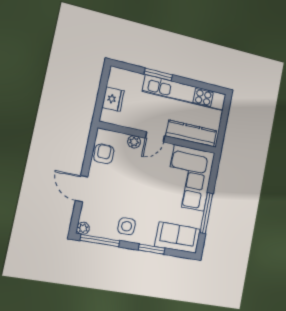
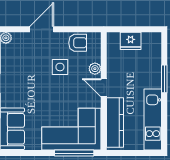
kitchen unit: (185, 93) -> (153, 119), width x0.73
window: (206, 213) -> (74, 153), moved
side table: (127, 226) -> (60, 67), moved

